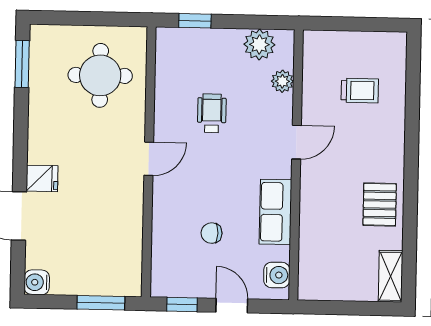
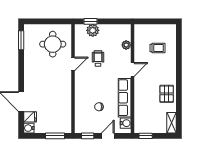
plant: (259, 44) -> (93, 30), moved
door: (149, 159) -> (73, 64), moved
fridge: (42, 178) -> (30, 117), moved
row of seats: (275, 212) -> (125, 98), width x1.48
door: (232, 306) -> (108, 136), hinge flipped
window: (326, 308) -> (146, 136), added

